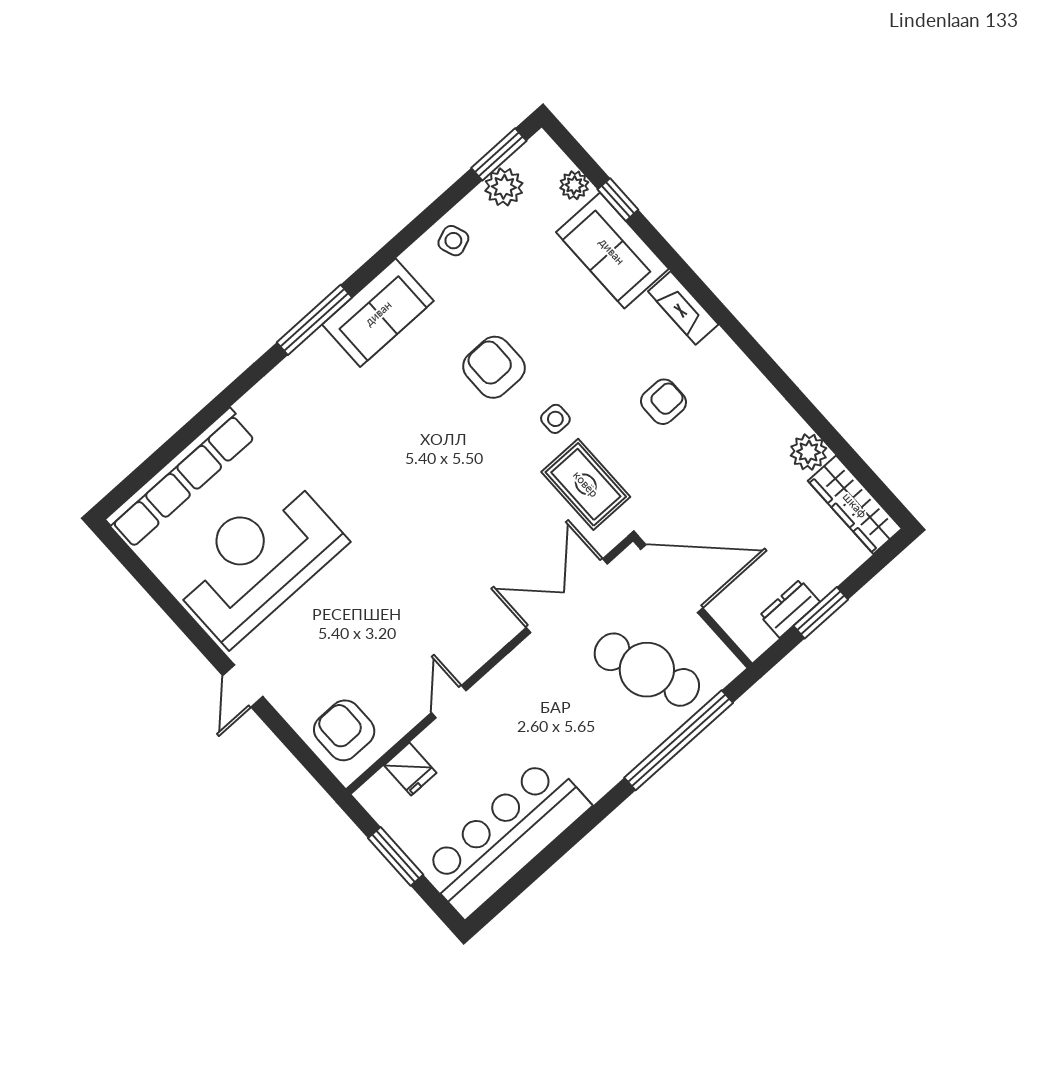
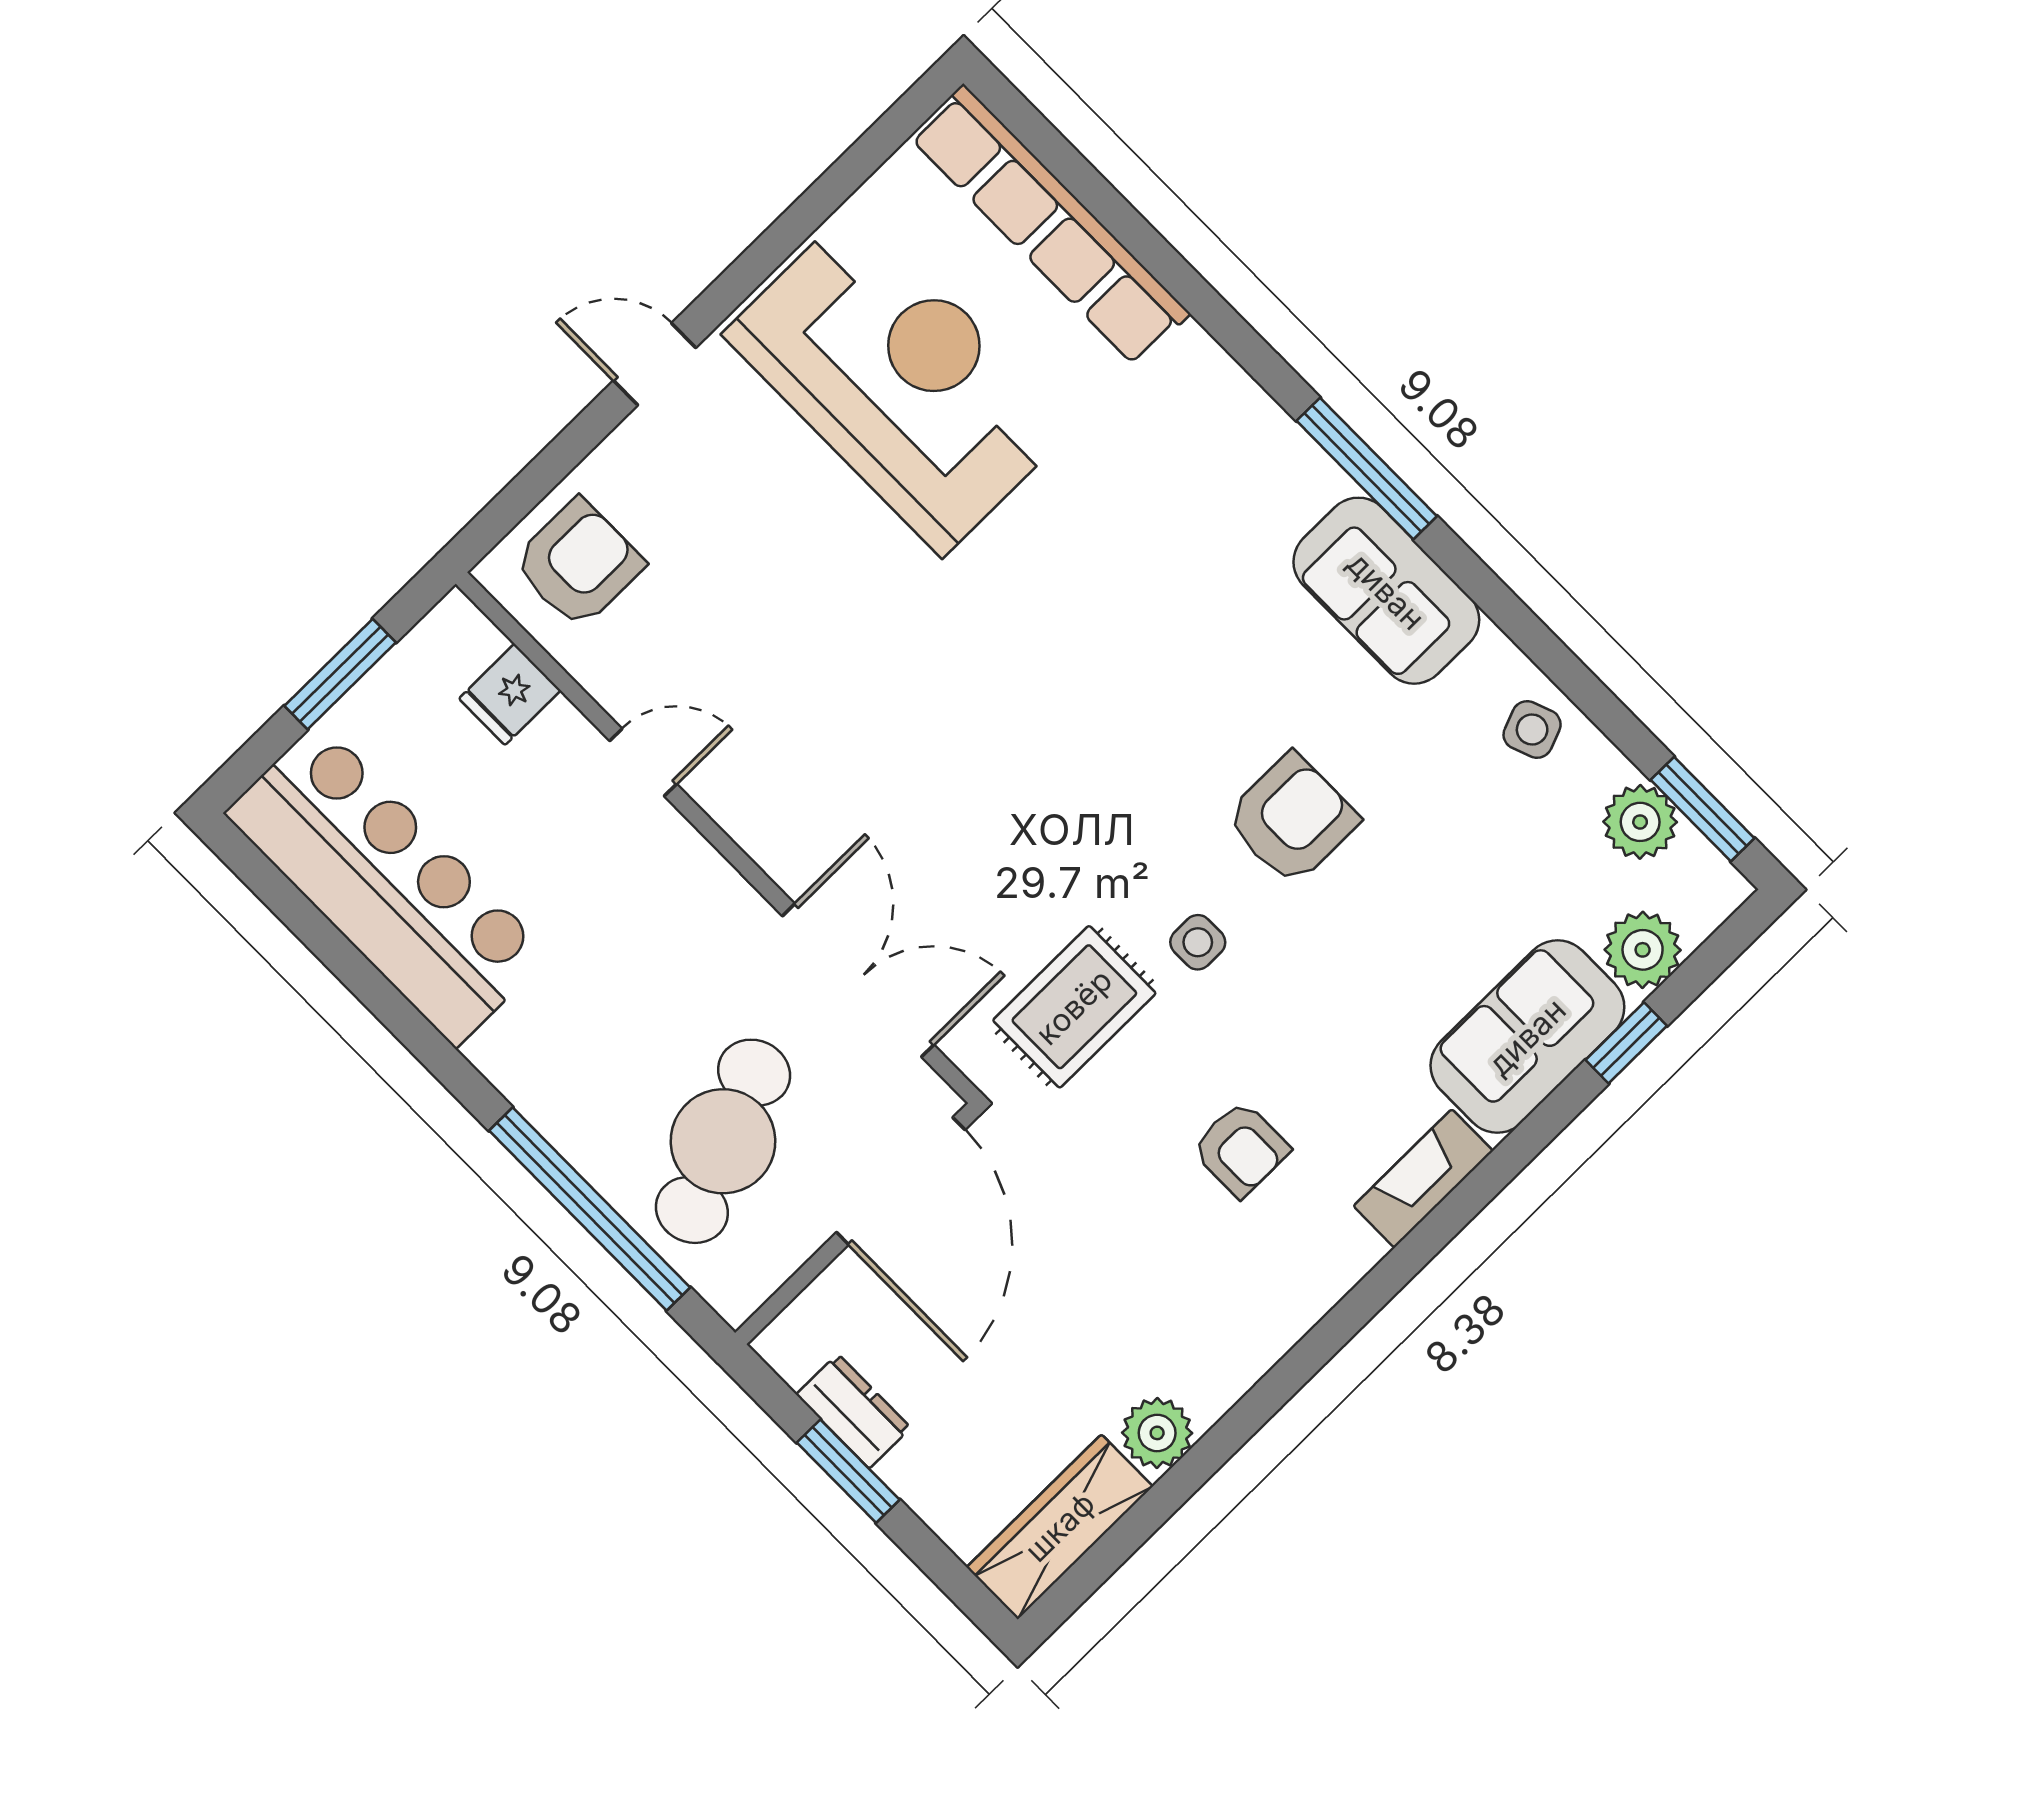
plant: (574, 185) -> (1643, 950), width x1.38, depth x1.38

